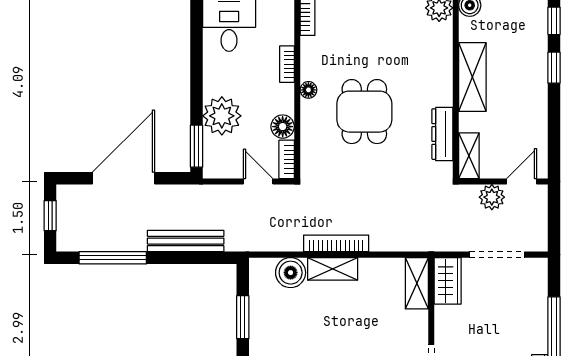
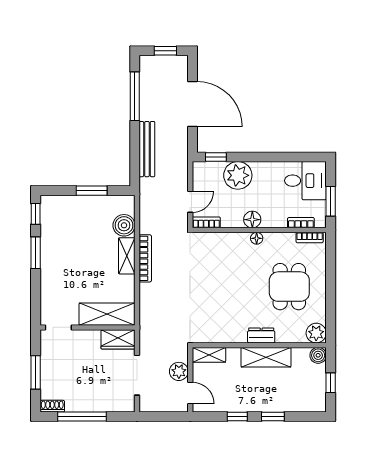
window: (554, 21) -> (237, 417), moved
bookcase: (287, 64) -> (301, 223), moved
dining table: (364, 112) -> (289, 287), moved, turned 90
floor lamp: (283, 127) -> (252, 220), moved
dresser: (442, 134) -> (261, 335), moved, width x0.70
window: (196, 146) -> (216, 157), width x0.67
shelving: (417, 283) -> (107, 314), width x1.50, depth x1.33

